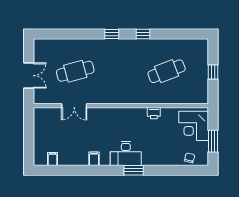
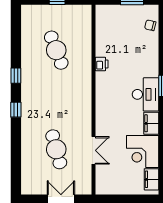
corner desk: (194, 126) -> (143, 151), moved, turned 90
filing cabinet: (53, 159) -> (151, 179), width x2.00
filing cabinet: (94, 159) -> (151, 123), width x2.00

